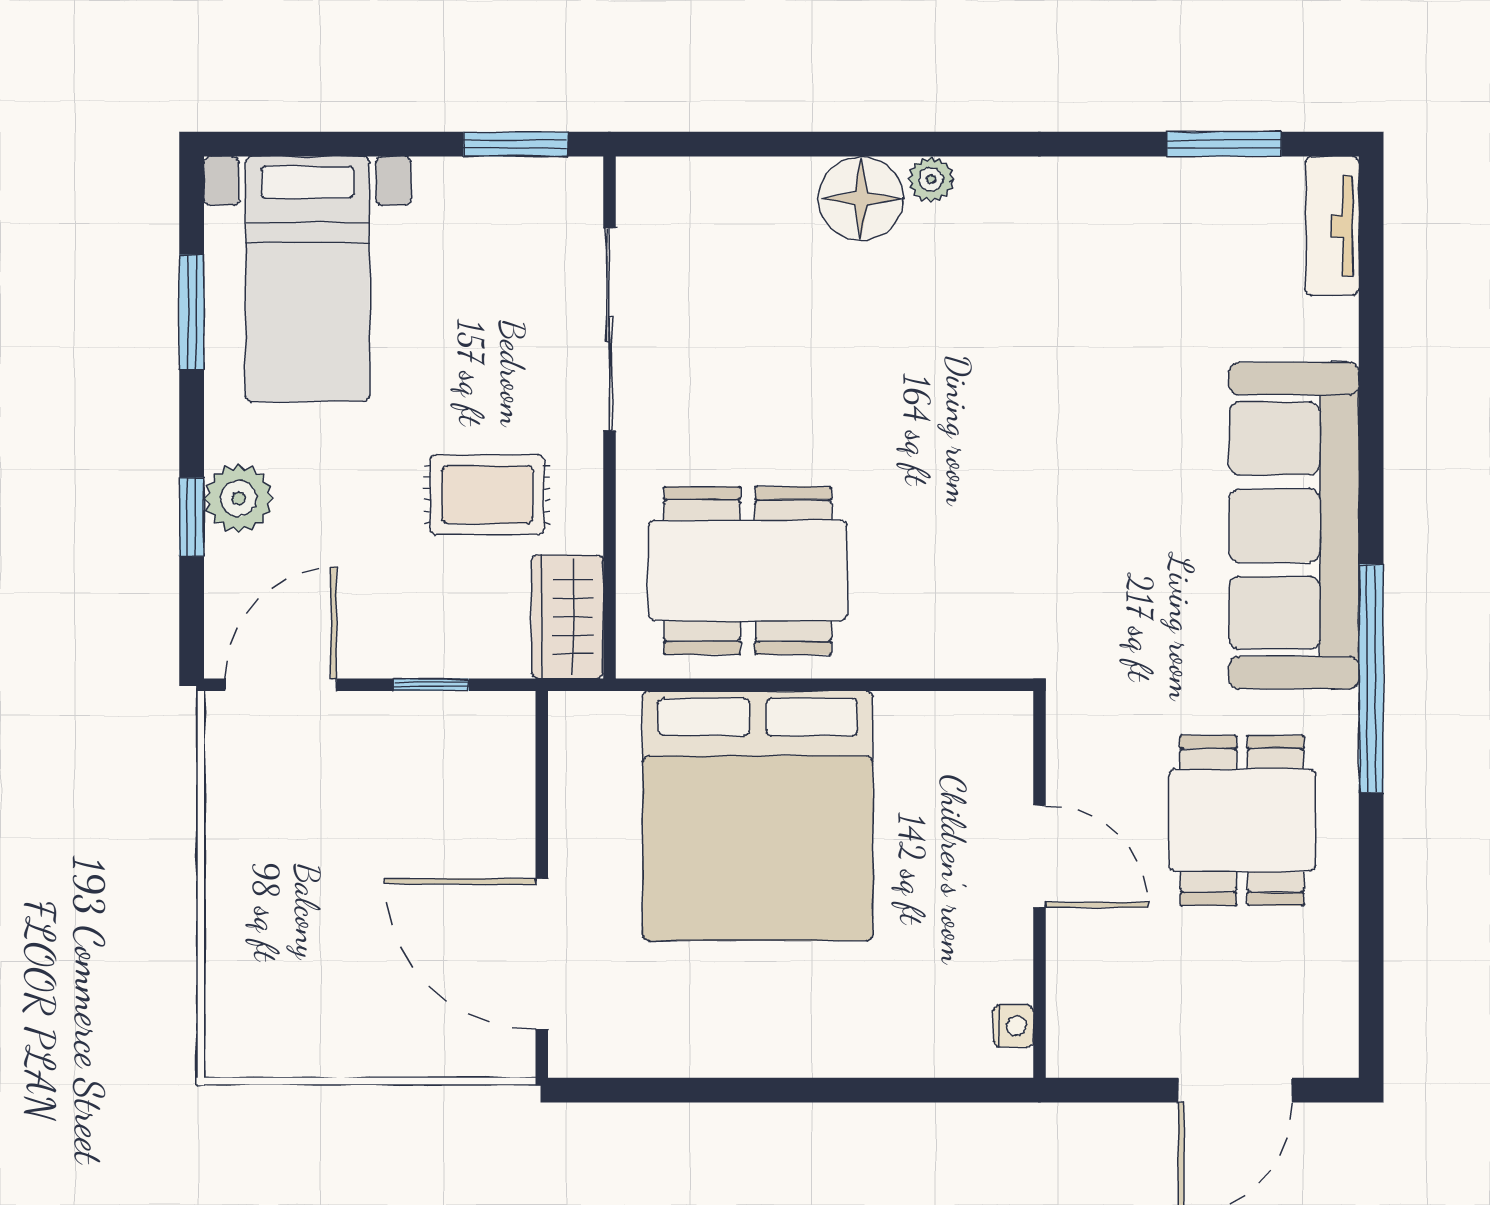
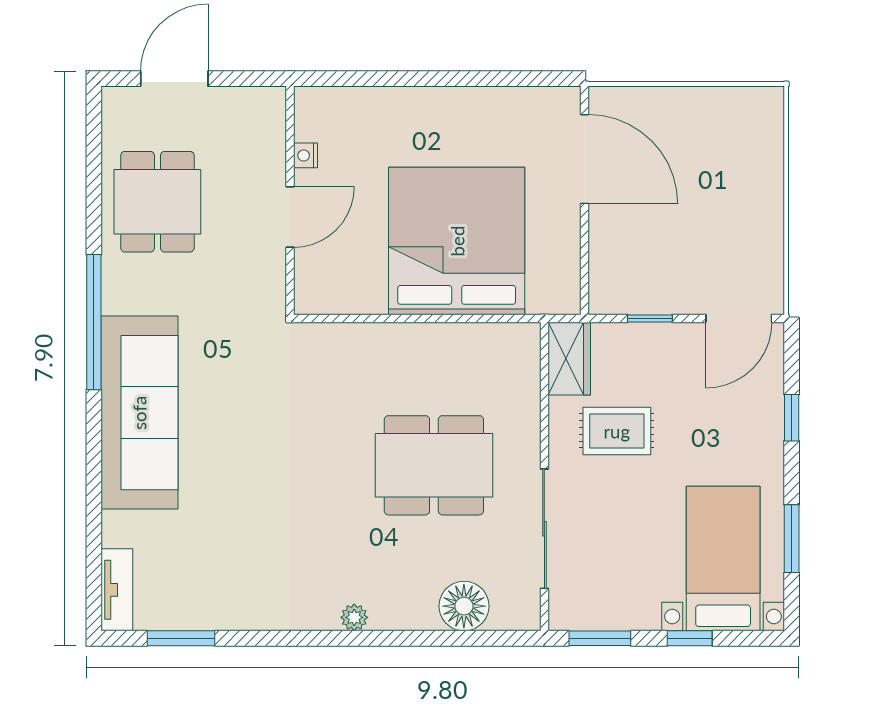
window: (364, 144) -> (690, 638), added
floor lamp: (861, 199) -> (464, 606), moved
plant: (239, 498) -> (764, 429), removed
dining table: (748, 570) -> (434, 465), moved
dining table: (1242, 820) -> (157, 202), moved
door: (1039, 856) -> (290, 217), swing flipped
nightstand: (1013, 1026) -> (306, 155), moved

